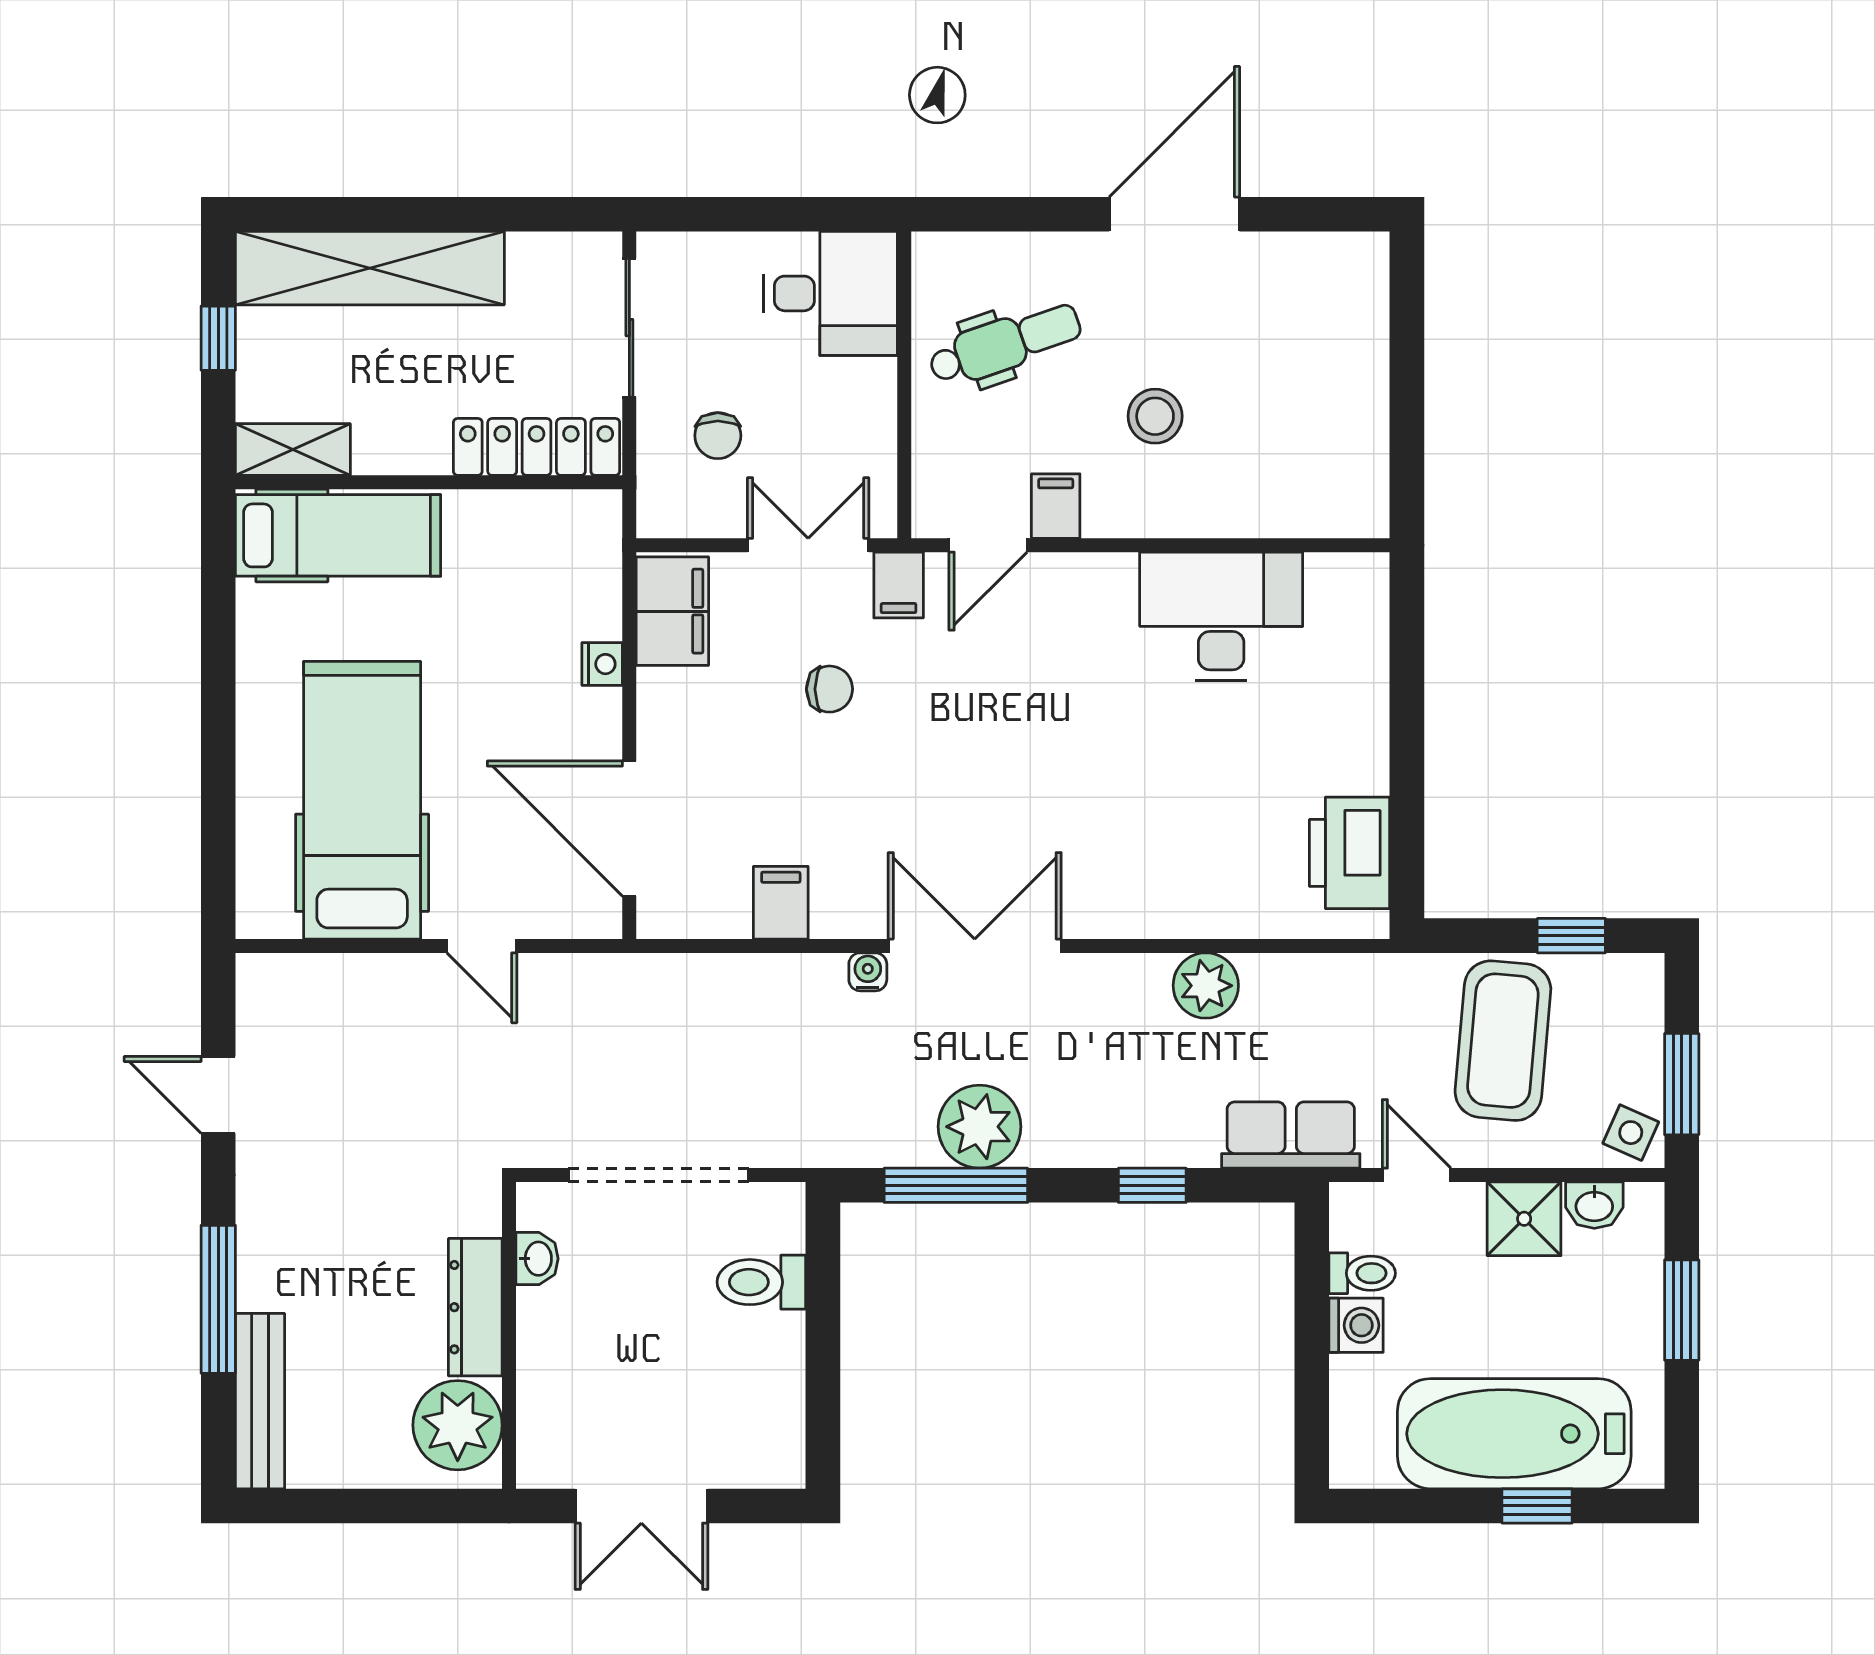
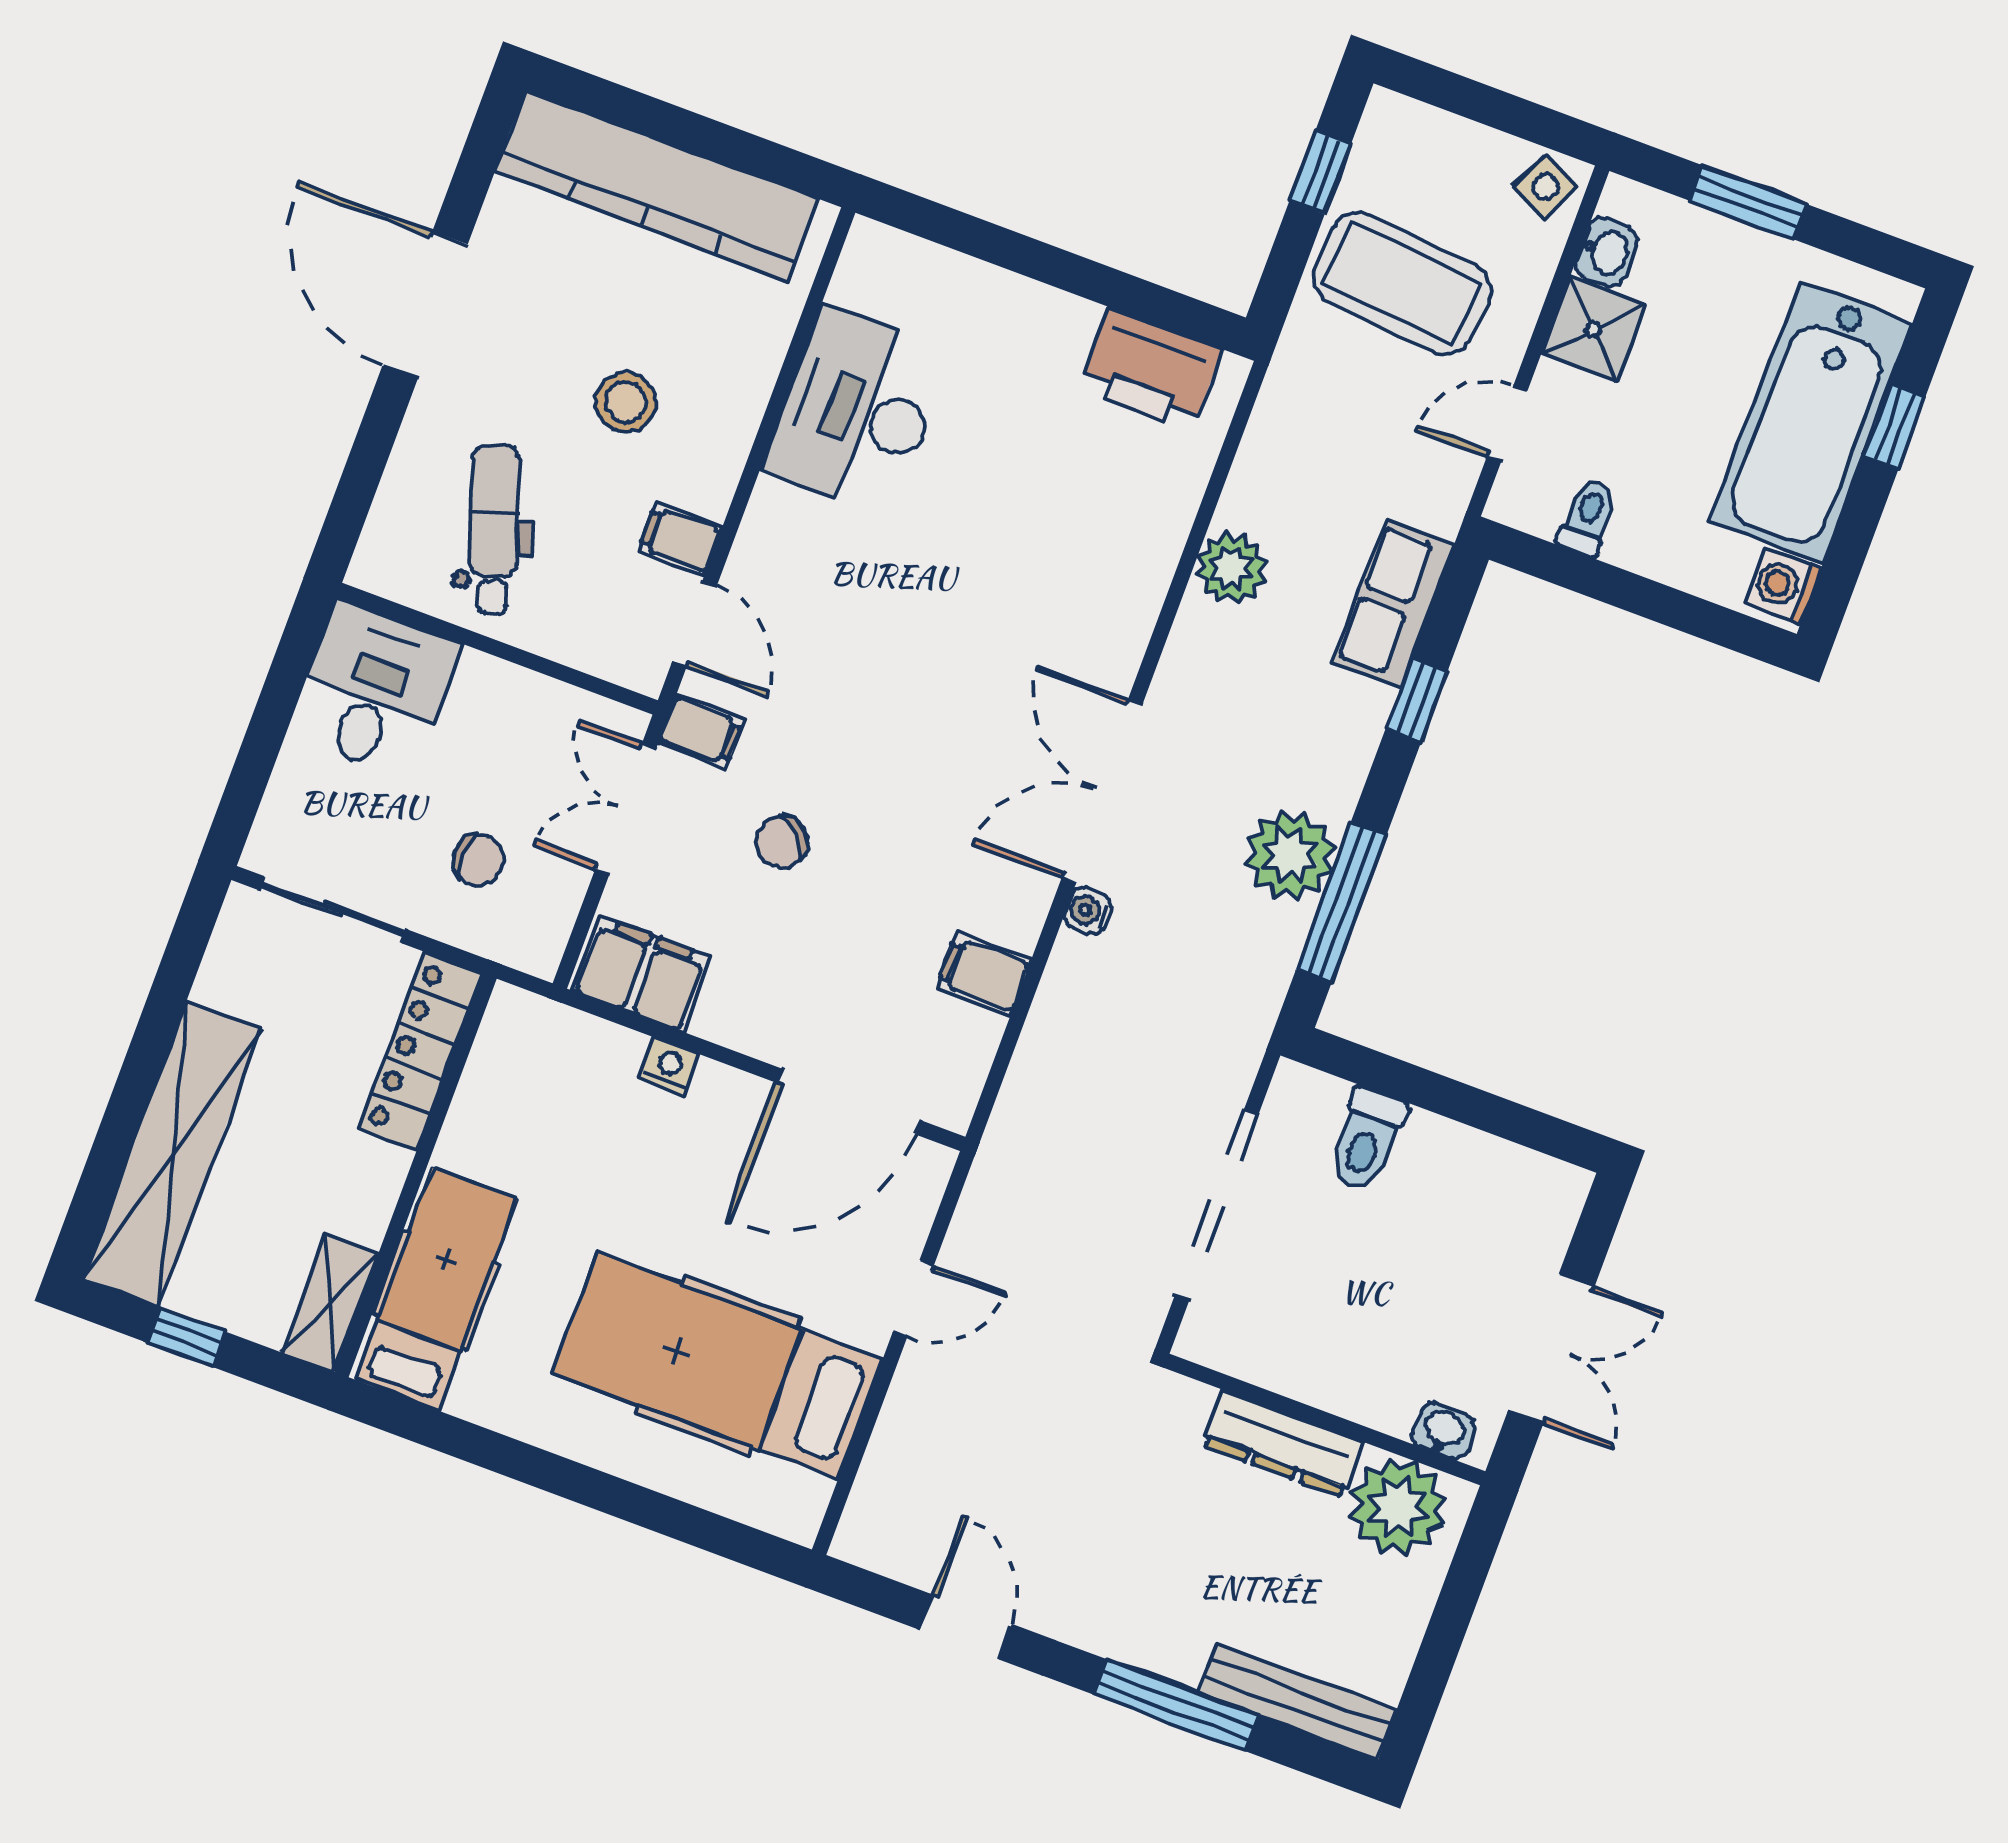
kitchen counter: (1350, 374) -> (657, 186), added
chair: (829, 689) -> (782, 842), turned -134
window: (1682, 1084) -> (1515, 116), removed
door: (218, 1095) -> (966, 1627), swing flipped
row of seats: (1291, 1135) -> (1394, 603), moved
washbasin: (537, 1259) -> (1444, 1431), moved
washing machine: (1356, 1325) -> (1783, 586), moved, turned -90

